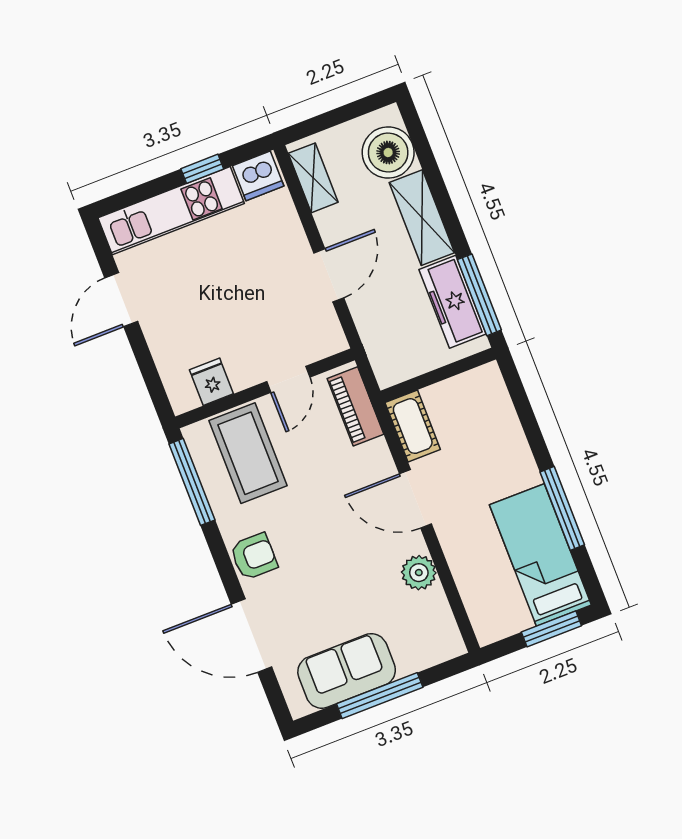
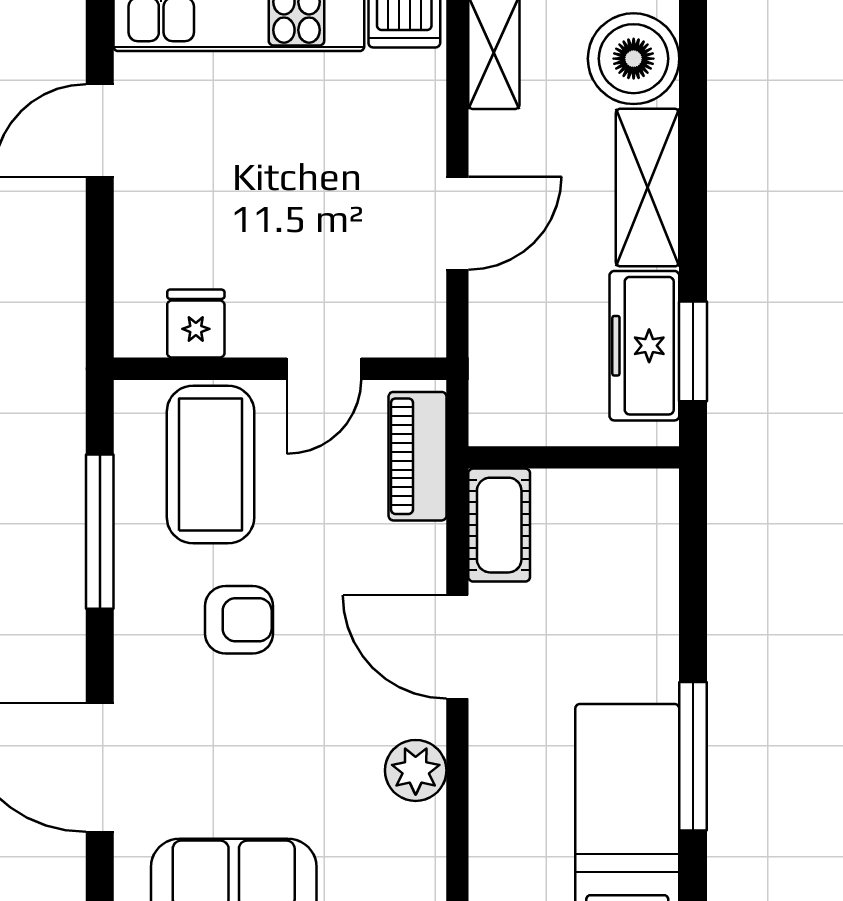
window: (479, 295) -> (693, 351), width x0.69
window: (192, 482) -> (100, 532), moved
armchair: (254, 556) -> (239, 620), moved

